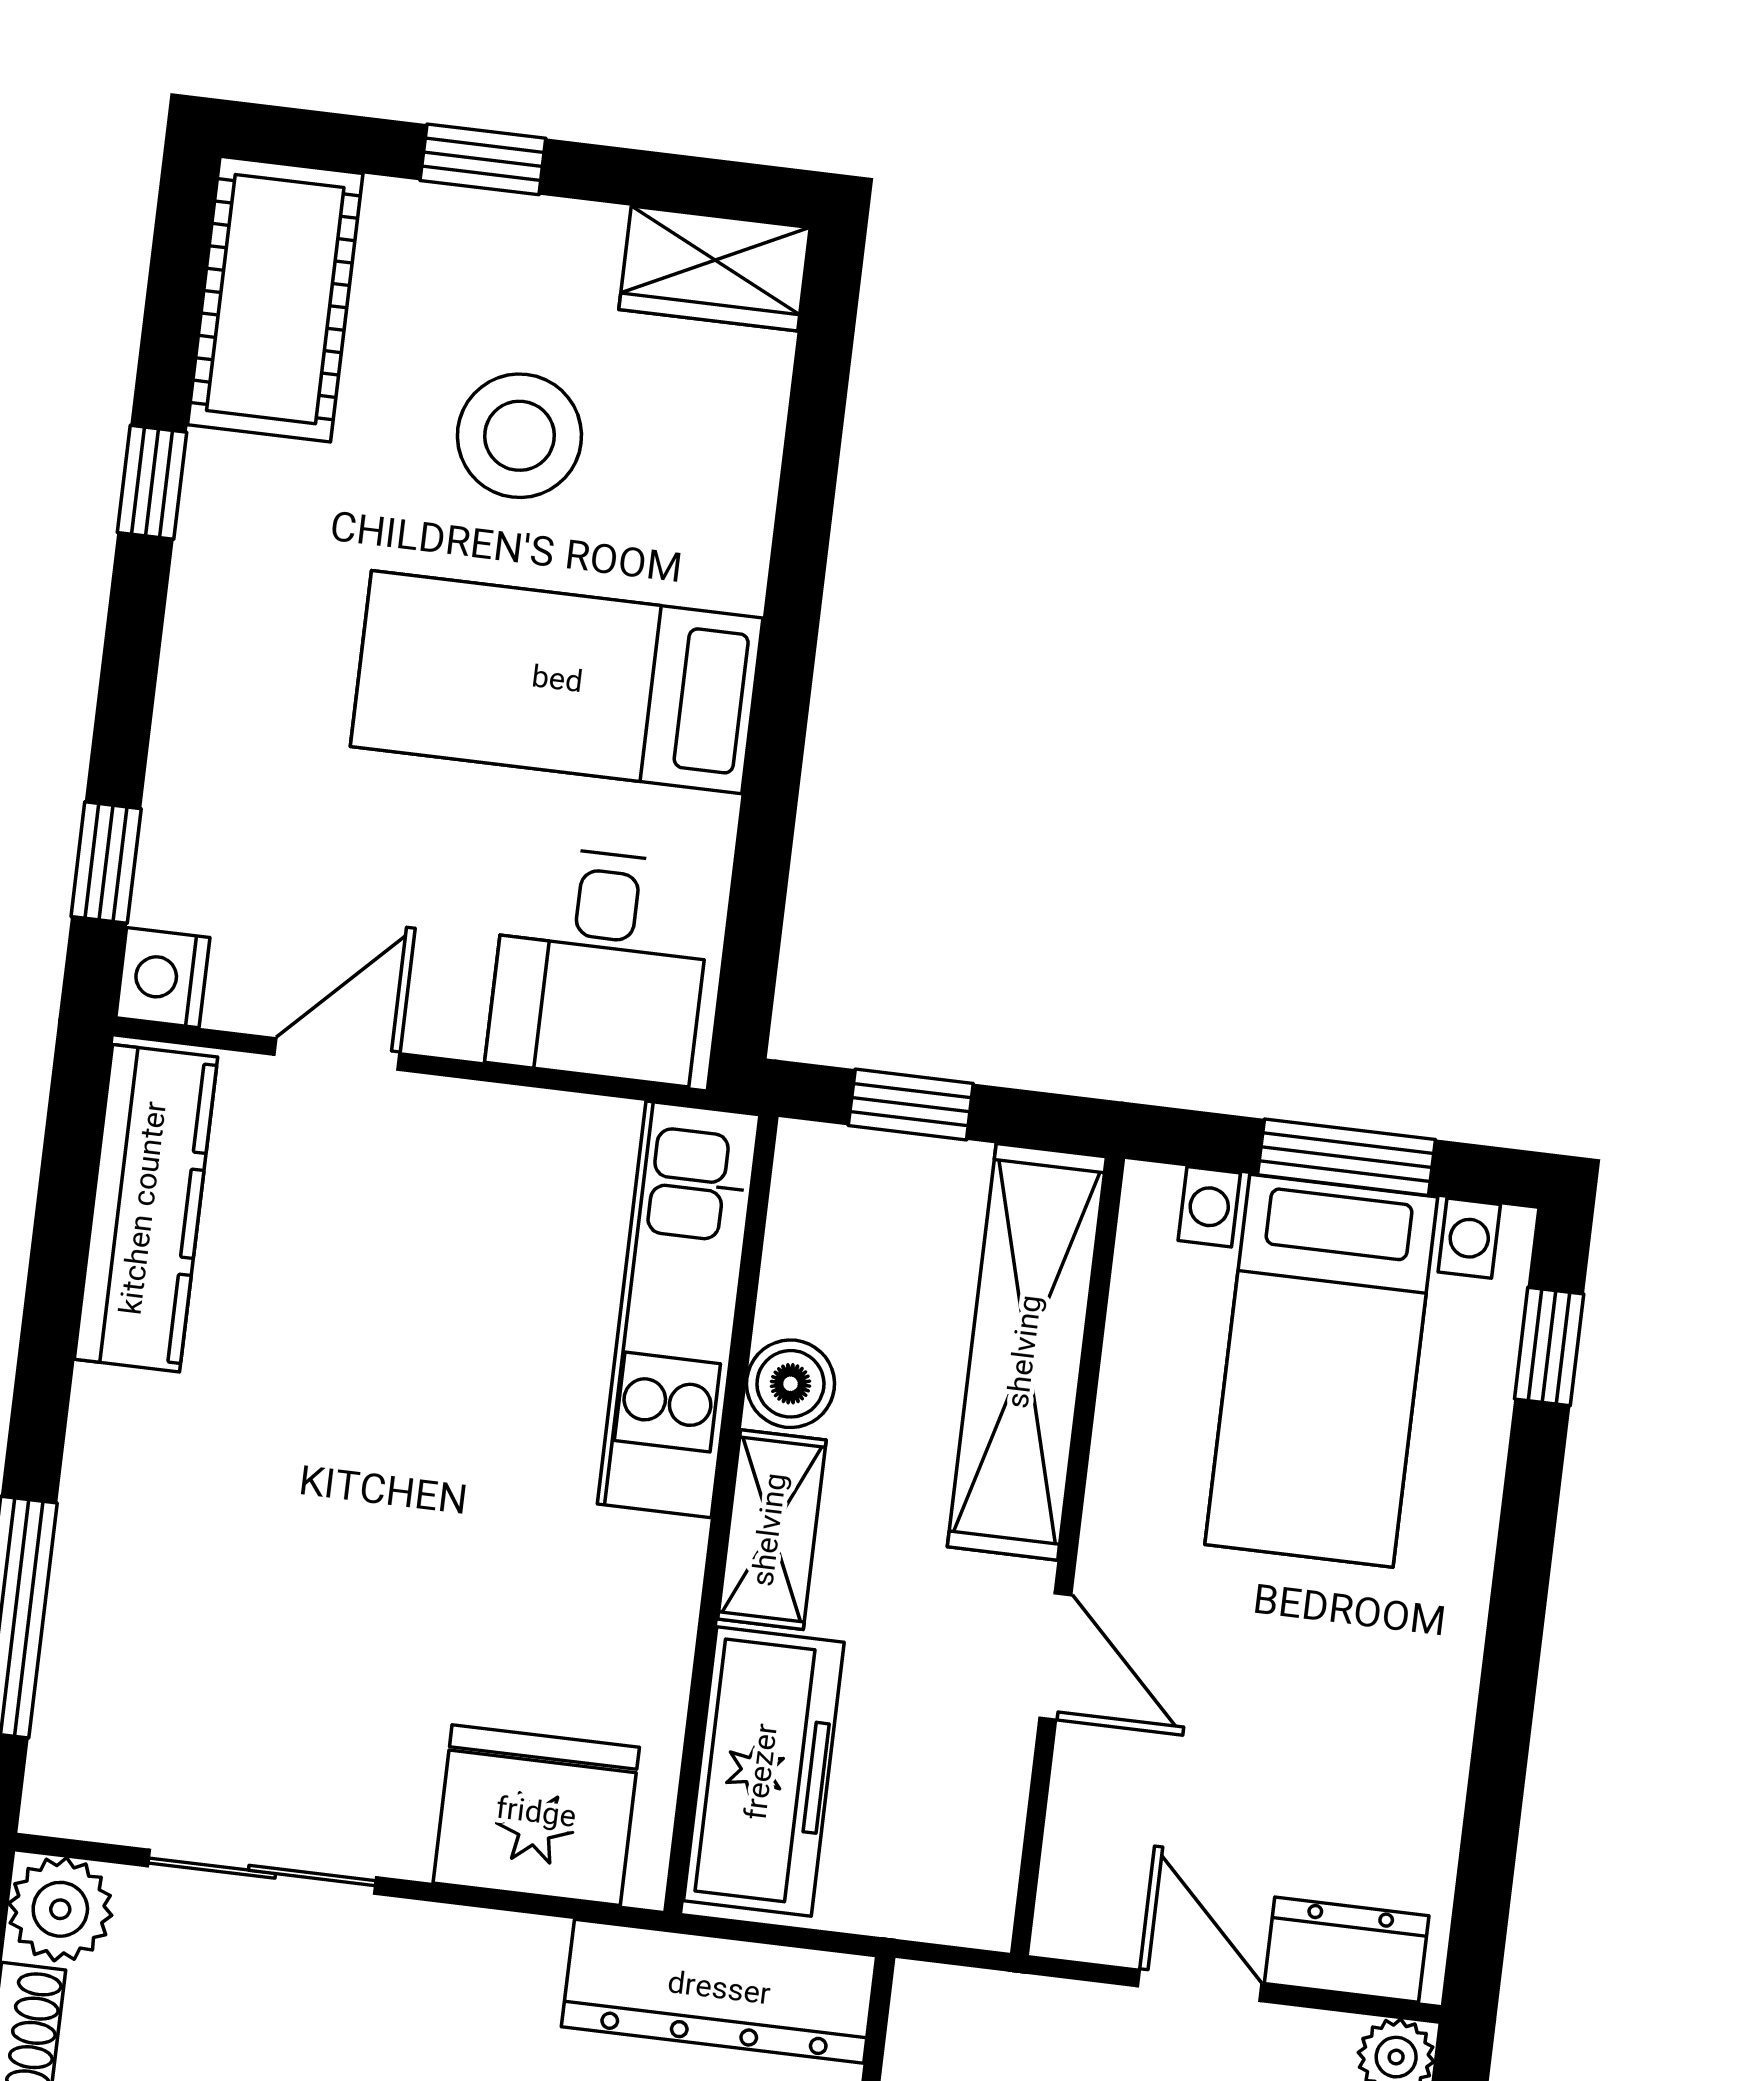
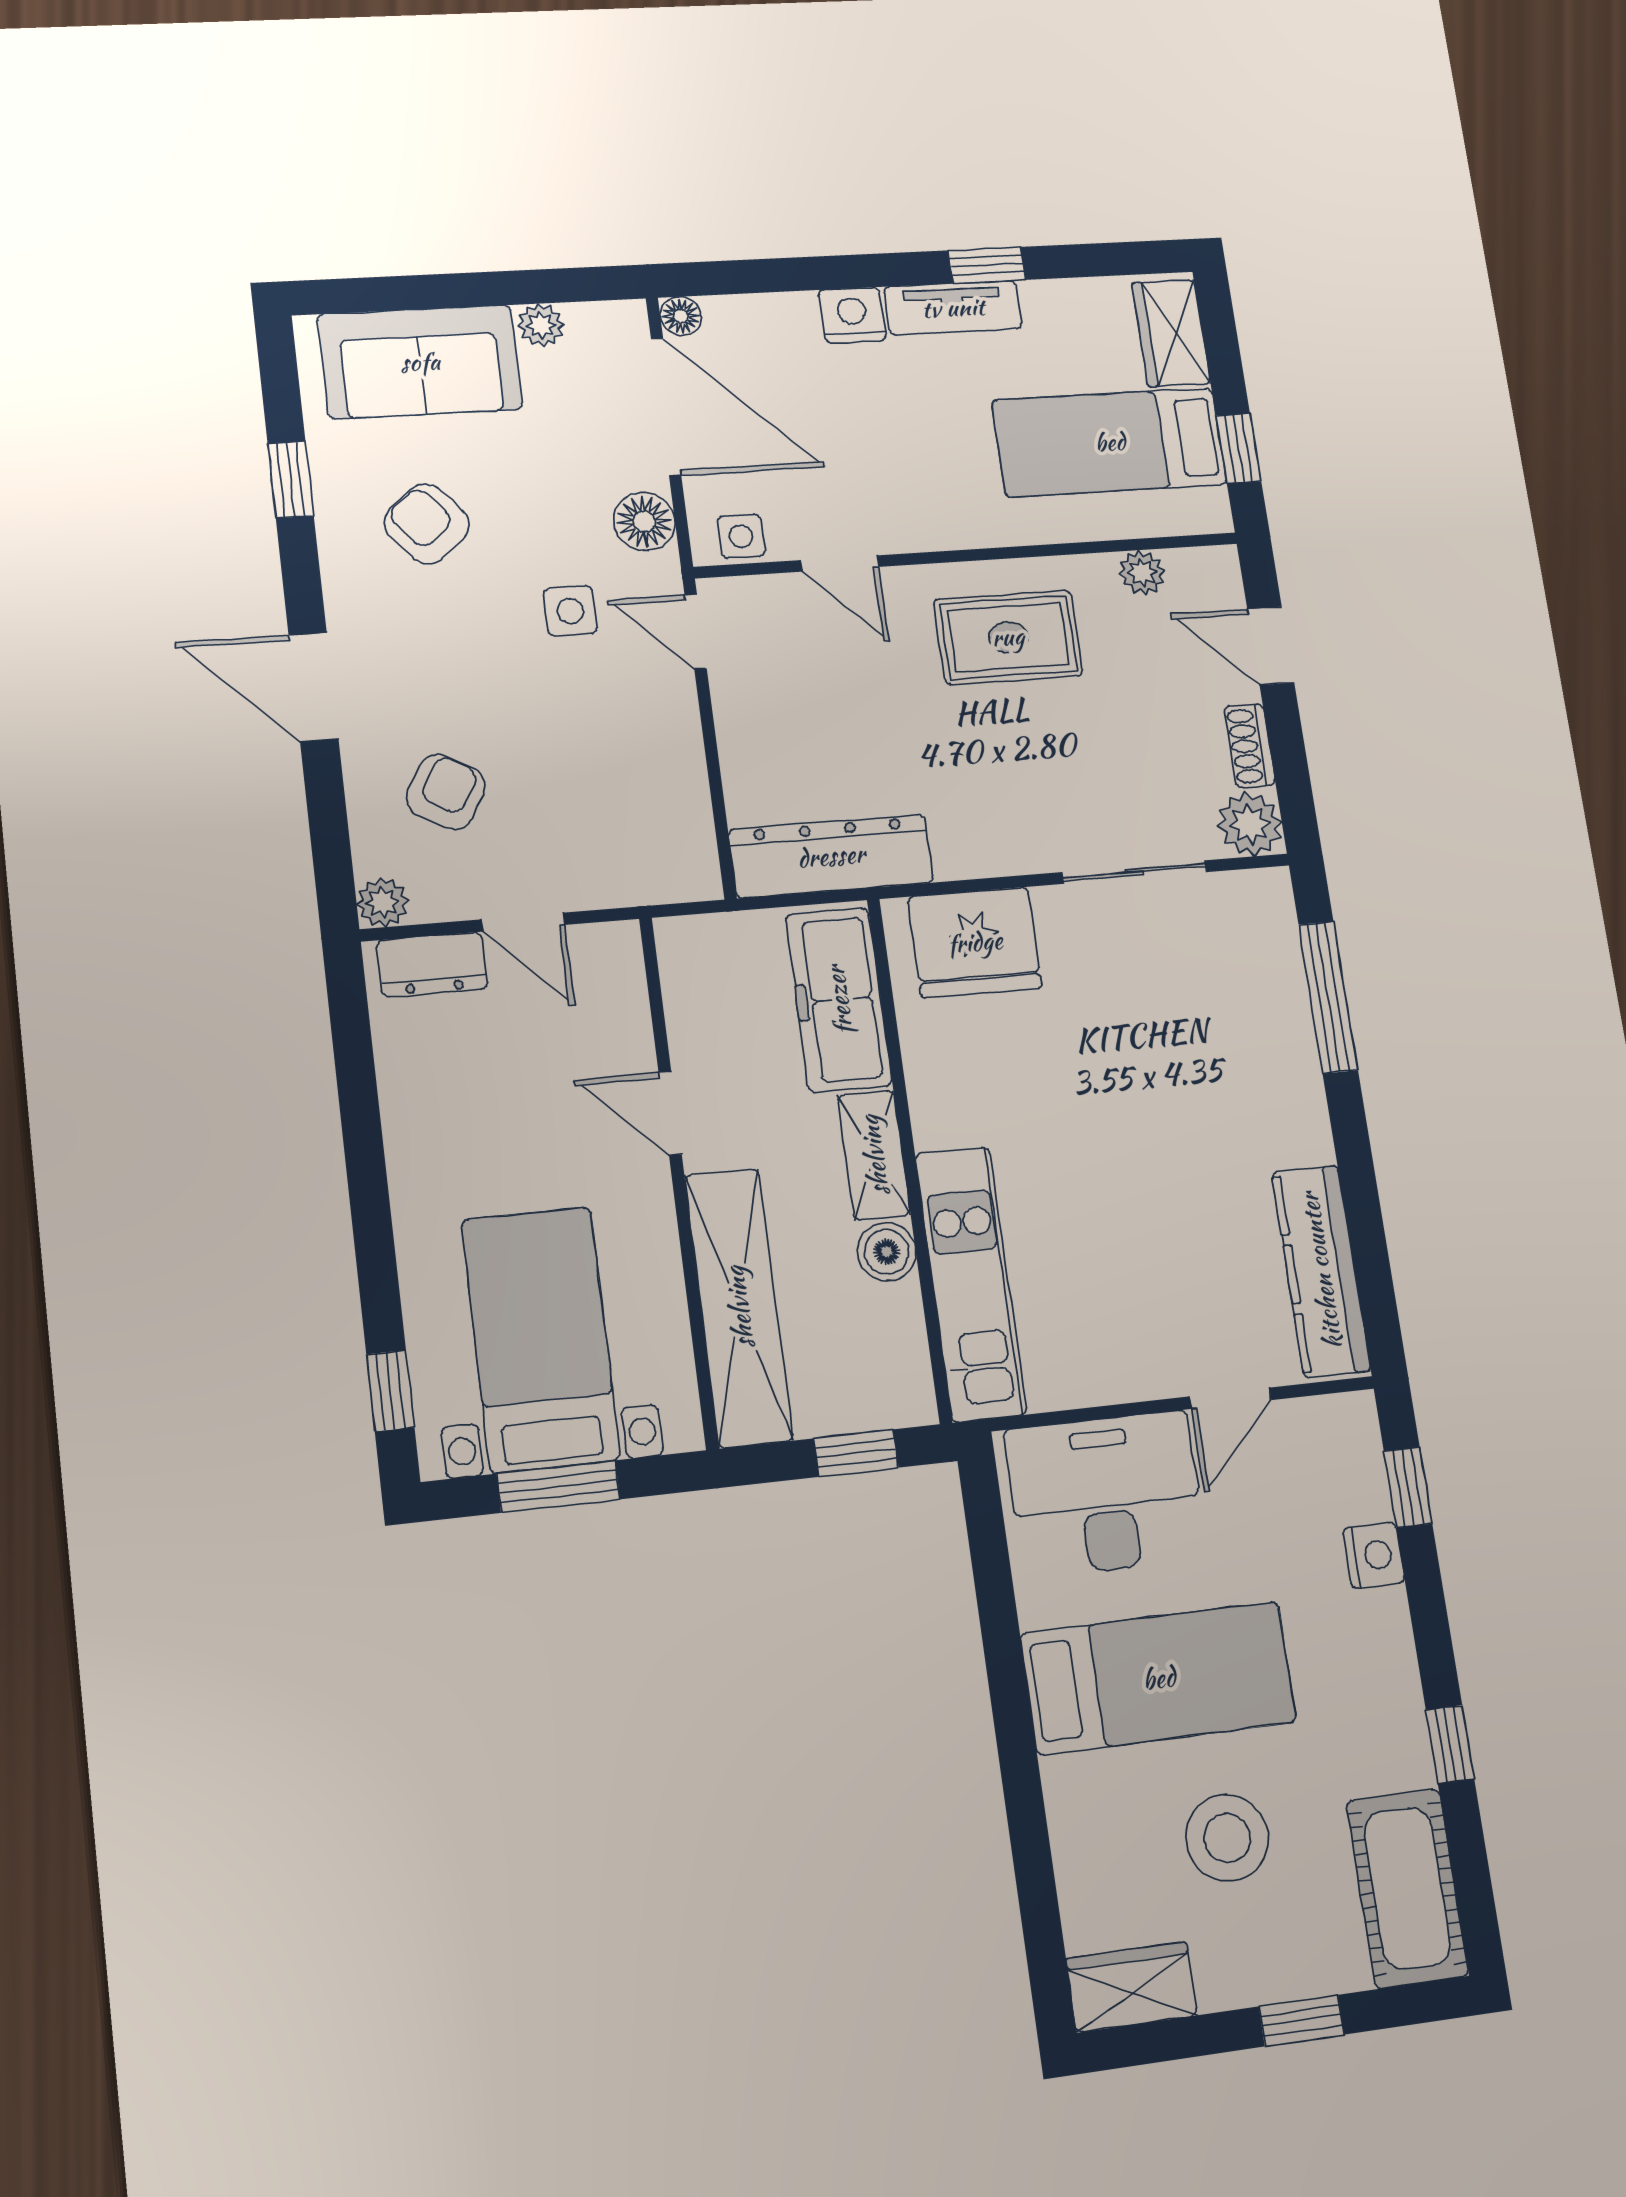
desk: (600, 965) -> (1106, 1494), width x1.37
nightstand: (163, 978) -> (1374, 1555), moved

